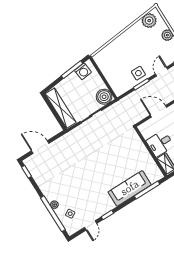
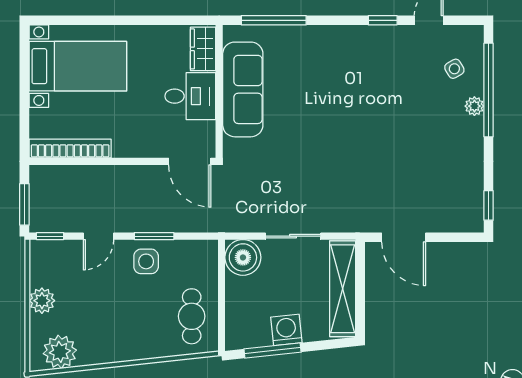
cafe table: (109, 64) -> (192, 316), added
washing machine: (83, 71) -> (286, 330), moved
door: (158, 111) -> (190, 161), moved
door: (40, 147) -> (404, 237), moved
sofa: (130, 188) -> (243, 89), moved, turned -90

